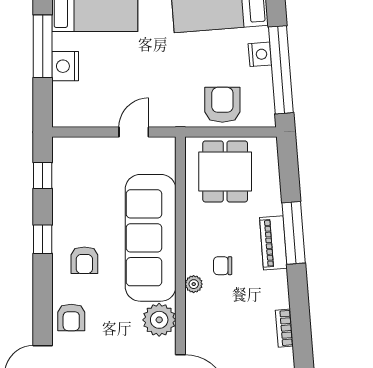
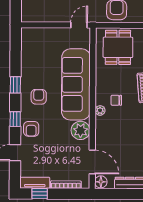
door: (134, 132) -> (79, 25), moved
window: (43, 176) -> (15, 119), moved
armchair: (84, 260) -> (39, 97), turned 180

